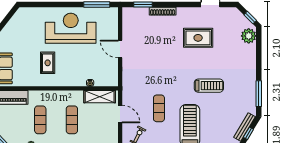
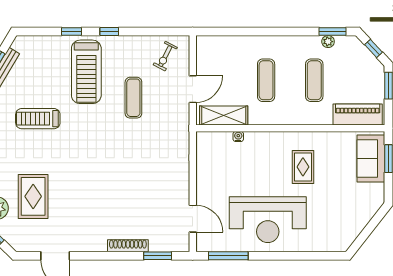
rug: (198, 38) -> (33, 196), moved, turned 90
door: (120, 49) -> (193, 219), moved
treadmill: (209, 86) -> (38, 119), moved
door: (120, 114) -> (193, 89), swing flipped

